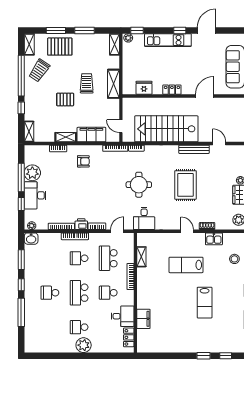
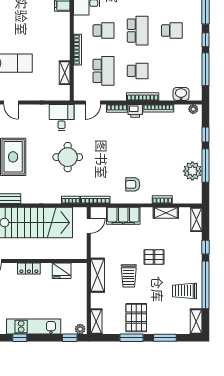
pallet: (60, 47) -> (136, 318), moved, turned 90
trolley: (39, 70) -> (184, 291), turned -124
door: (121, 126) -> (89, 226), hinge flipped
shelving: (66, 137) -> (166, 213), moved
desk: (35, 195) -> (189, 145), removed
washbasin: (31, 239) -> (181, 94), moved
window: (21, 260) -> (205, 69), width x1.44

